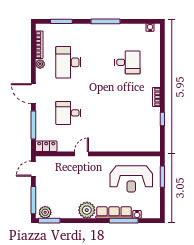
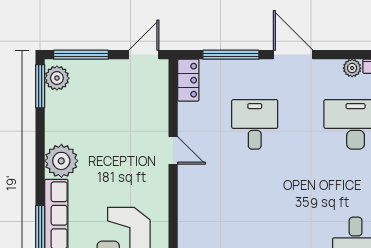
door: (33, 94) -> (293, 55), hinge flipped
door: (33, 169) -> (144, 55), hinge flipped

